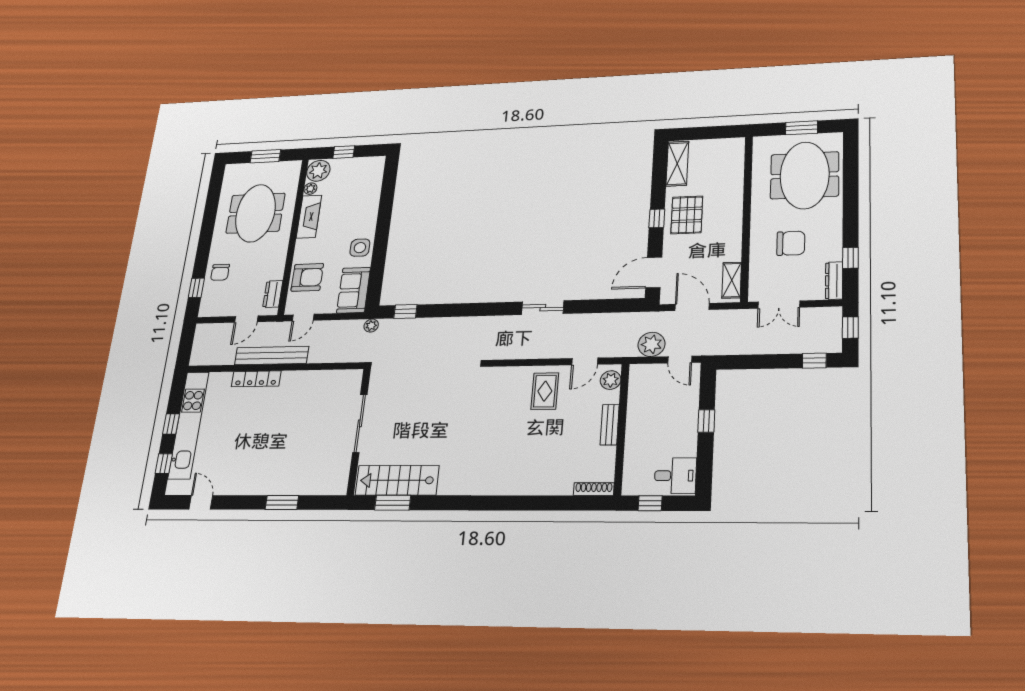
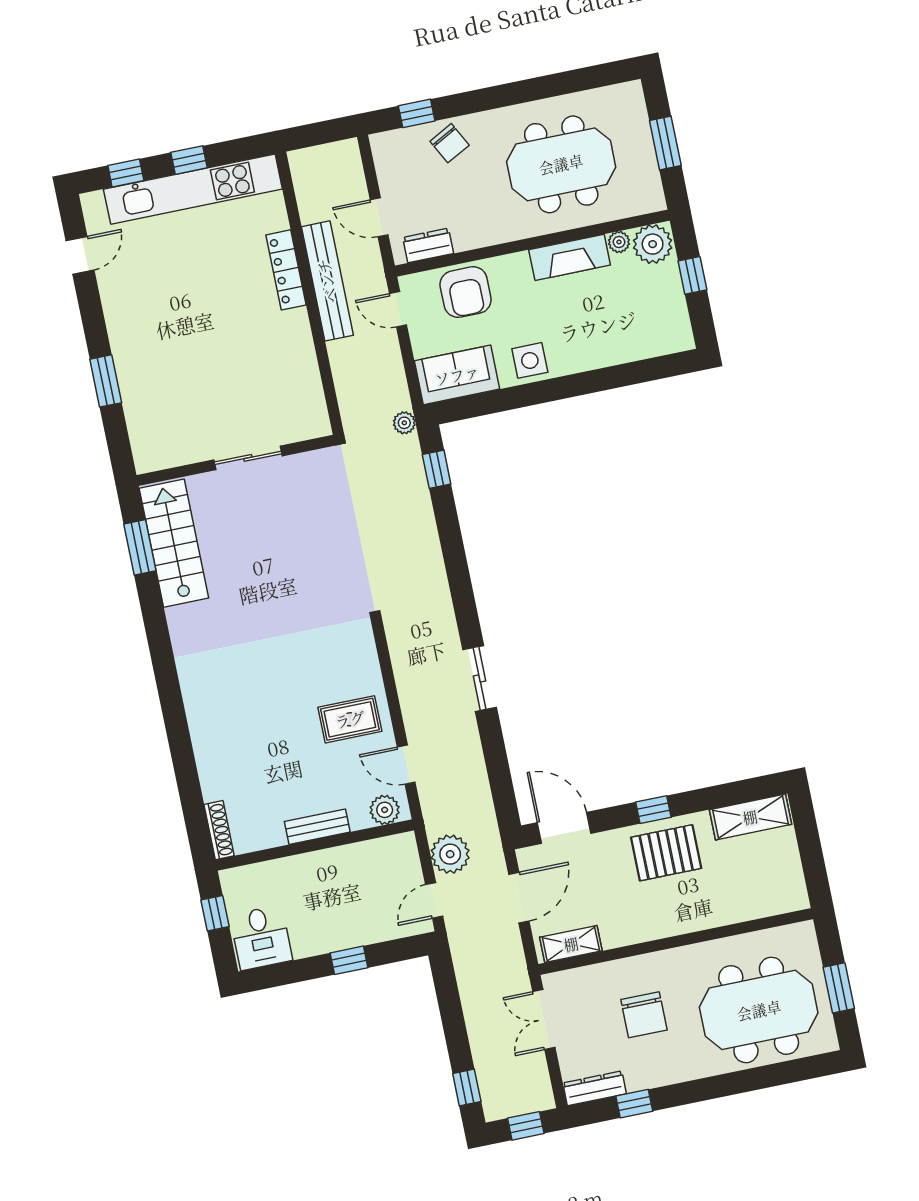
chair: (220, 272) -> (450, 143), turned -118
sliding door: (360, 423) -> (248, 458), width x0.73

